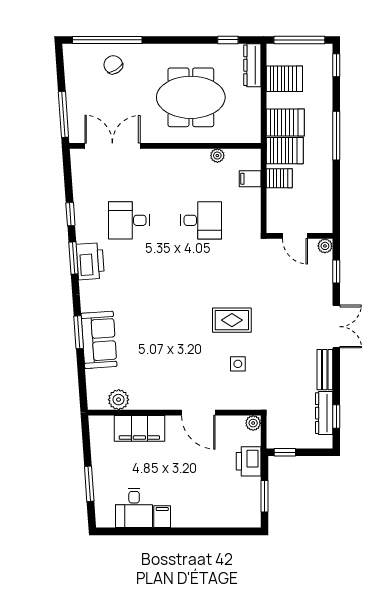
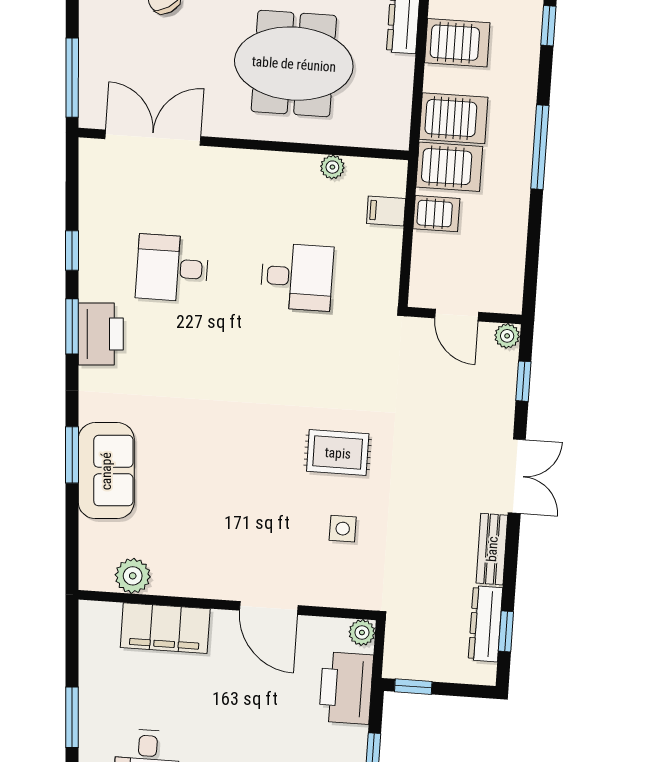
printer: (249, 461) -> (346, 688), width x1.37, depth x1.19

